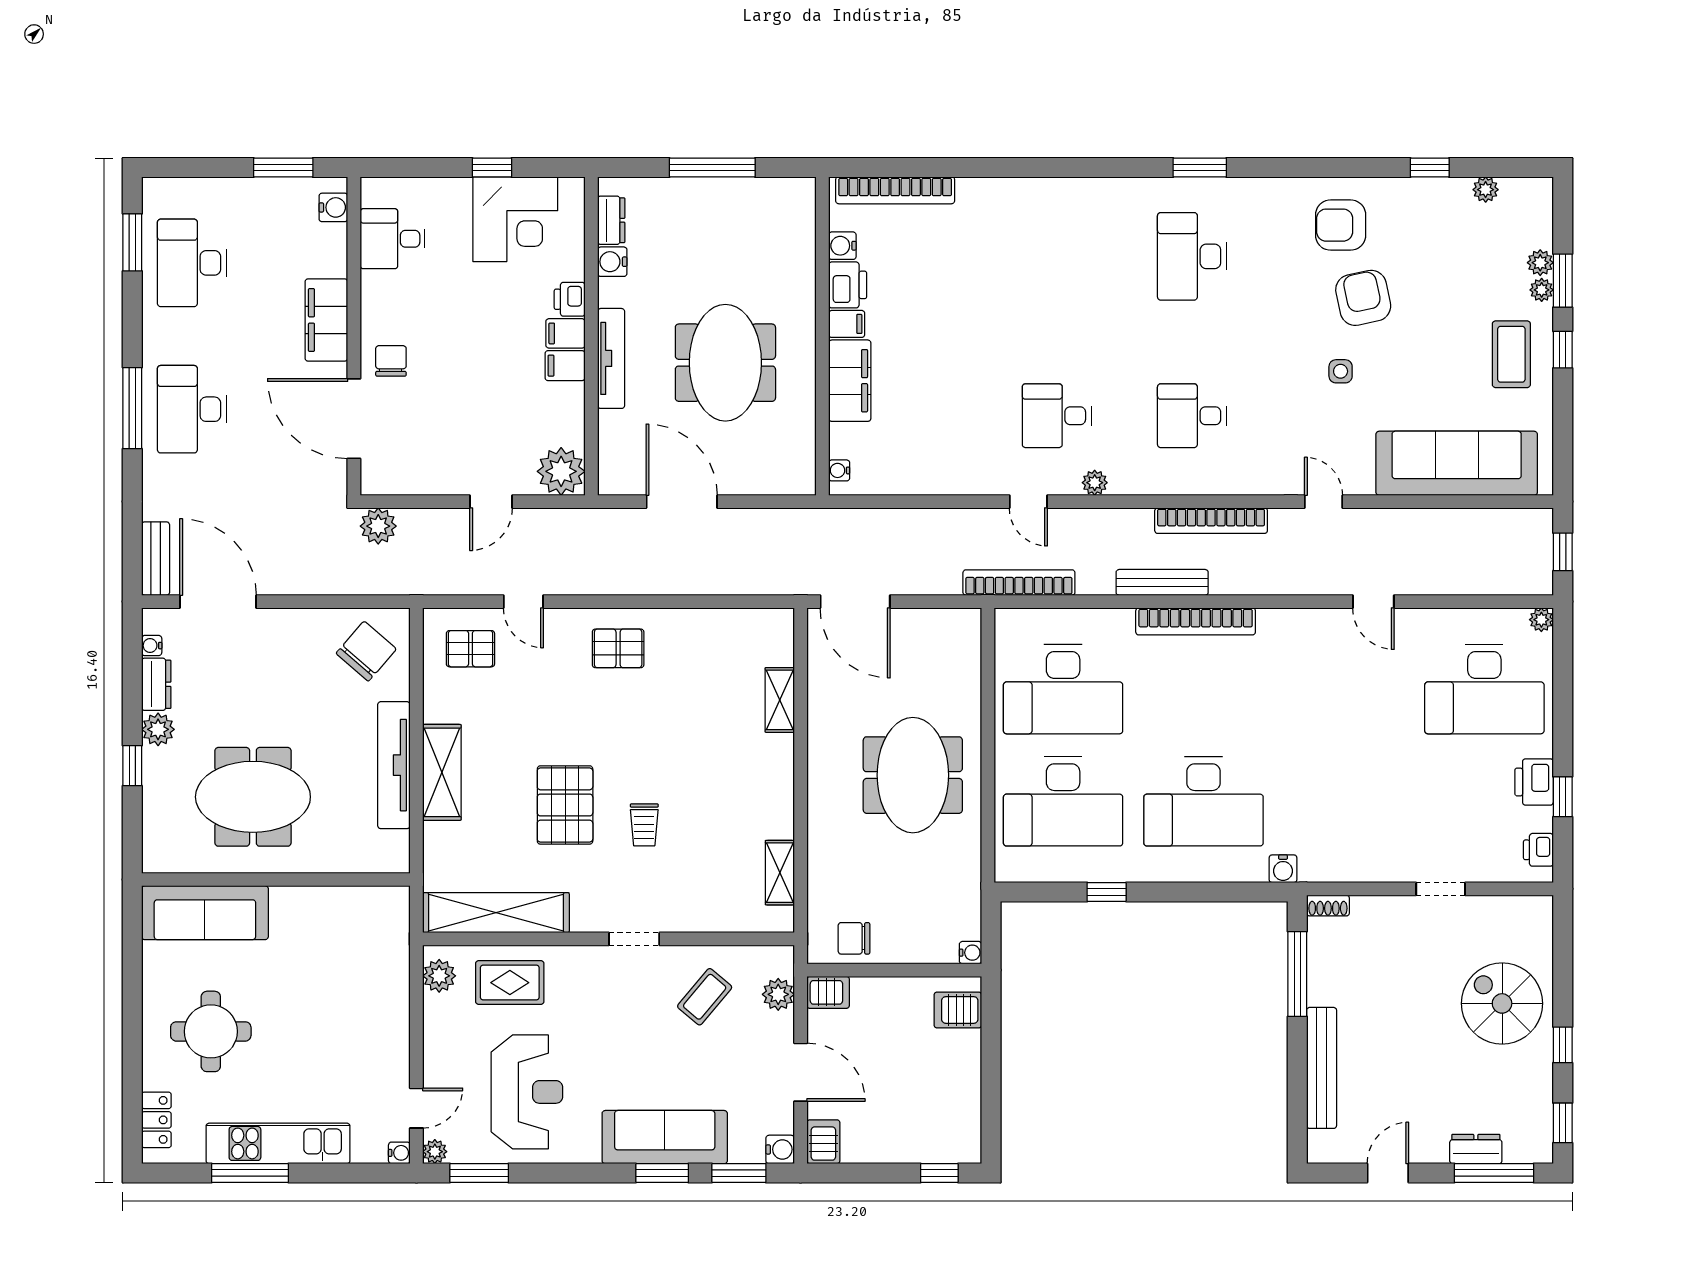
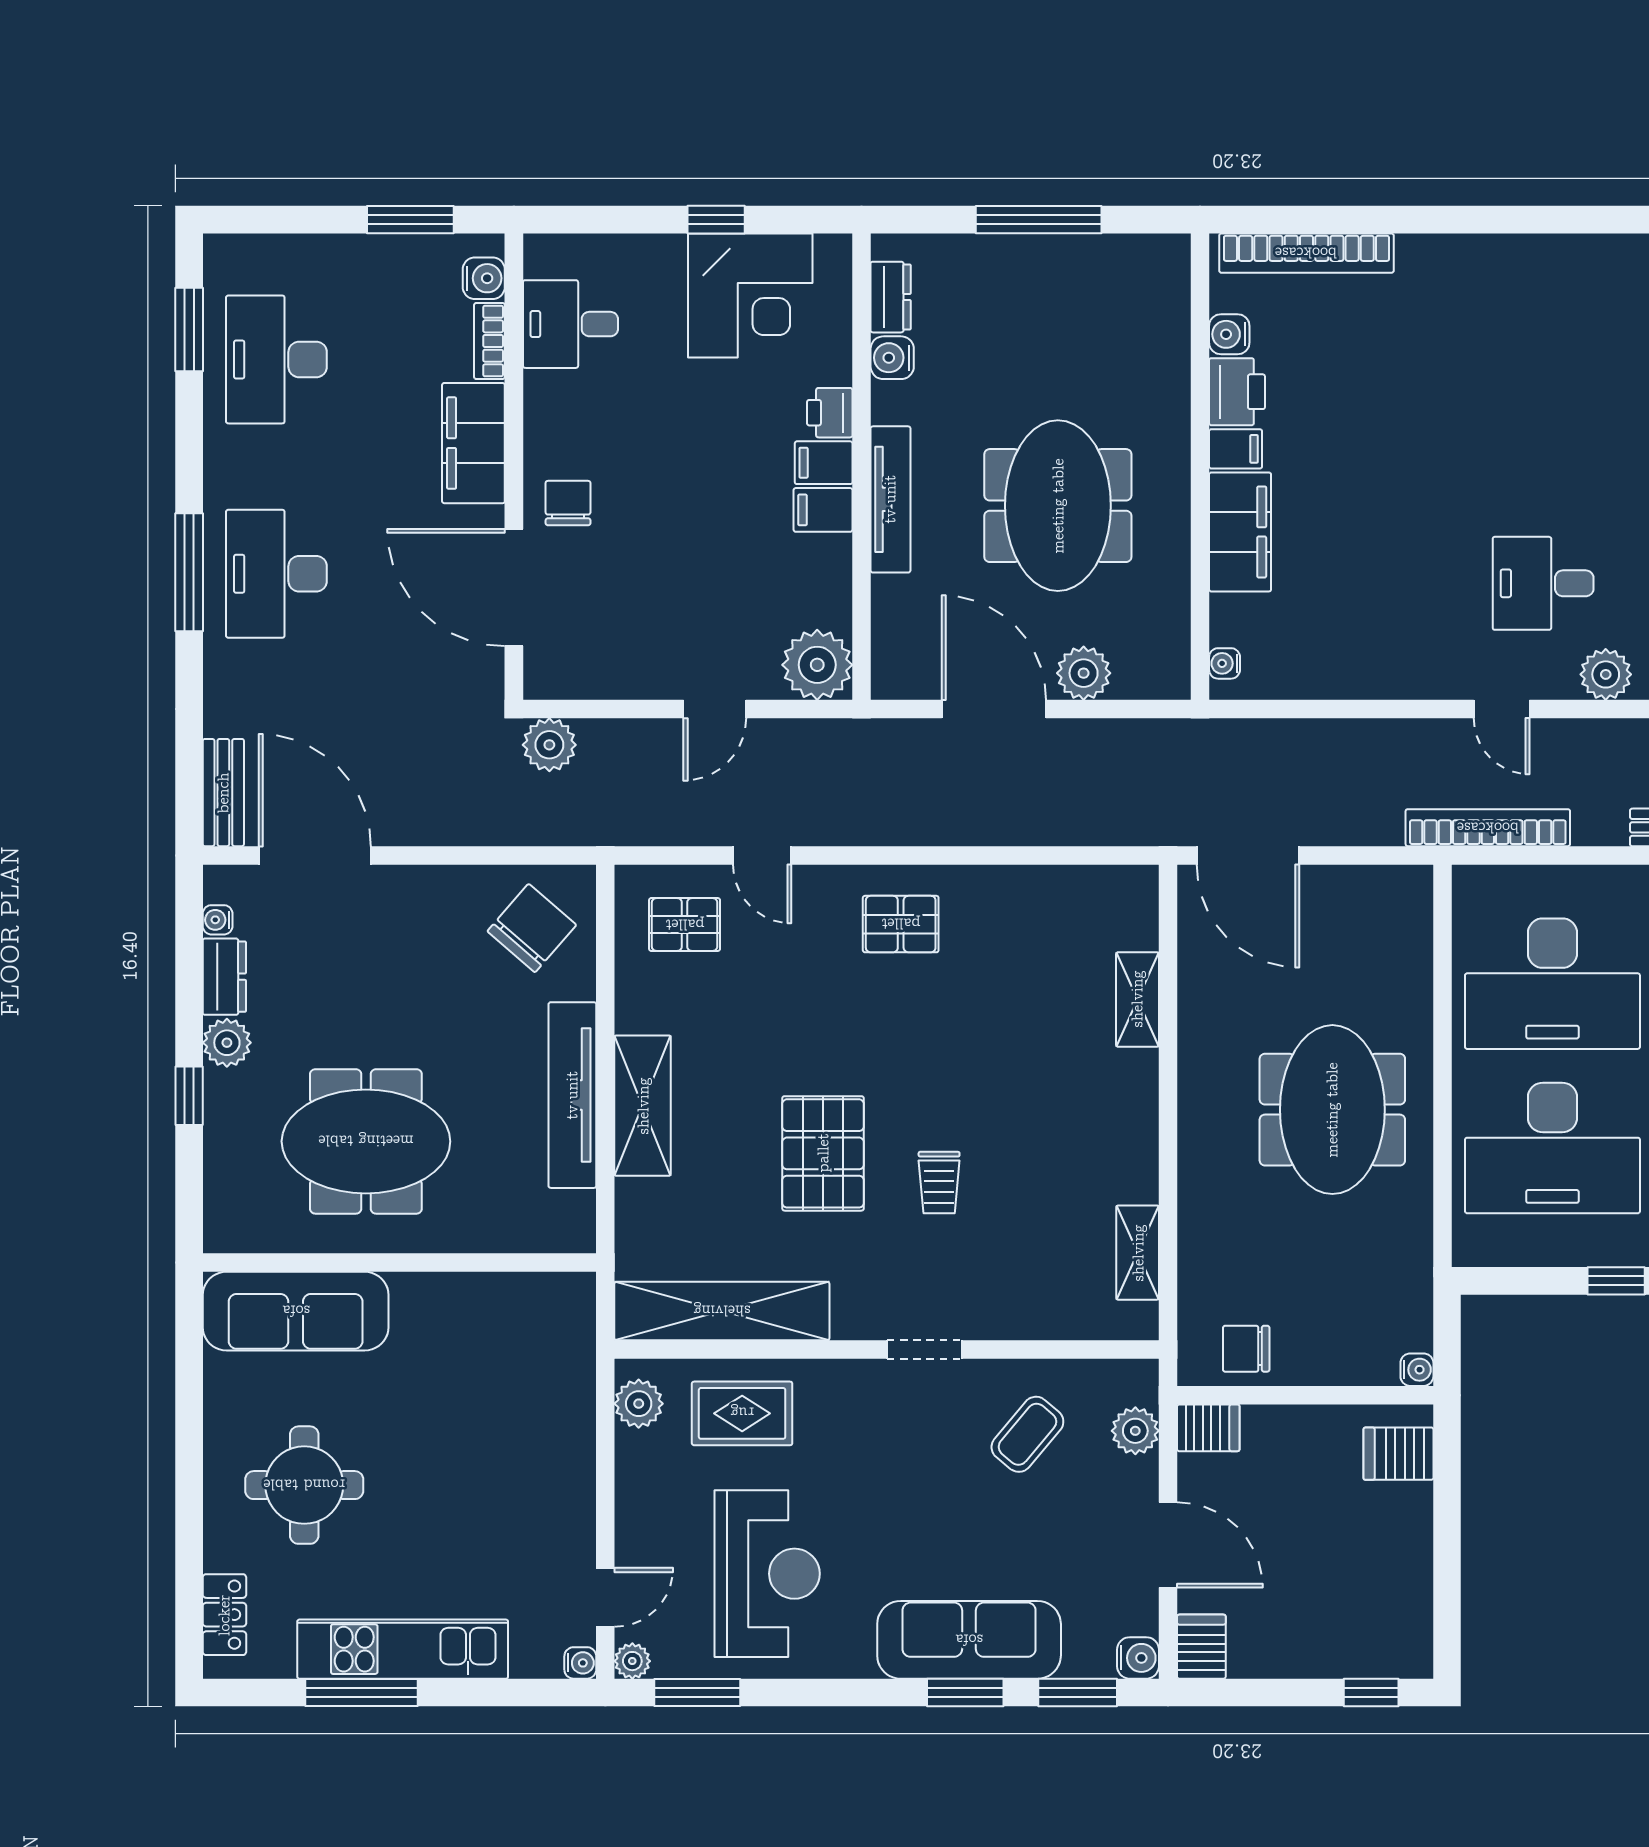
bookcase: (337, 250) -> (489, 341), added
plant: (743, 477) -> (1084, 673), added
plant: (1095, 483) -> (1606, 674), width x1.38, depth x1.38

